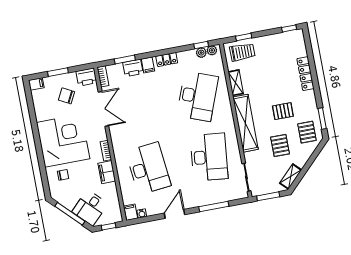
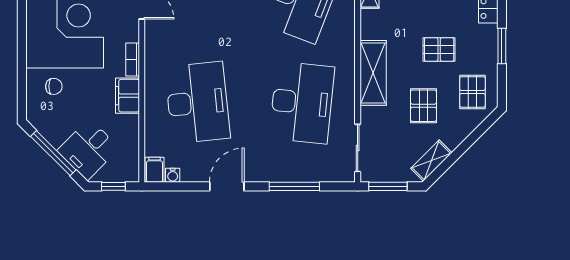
window: (322, 118) -> (502, 46), moved
shelving: (245, 123) -> (373, 73), width x0.68

